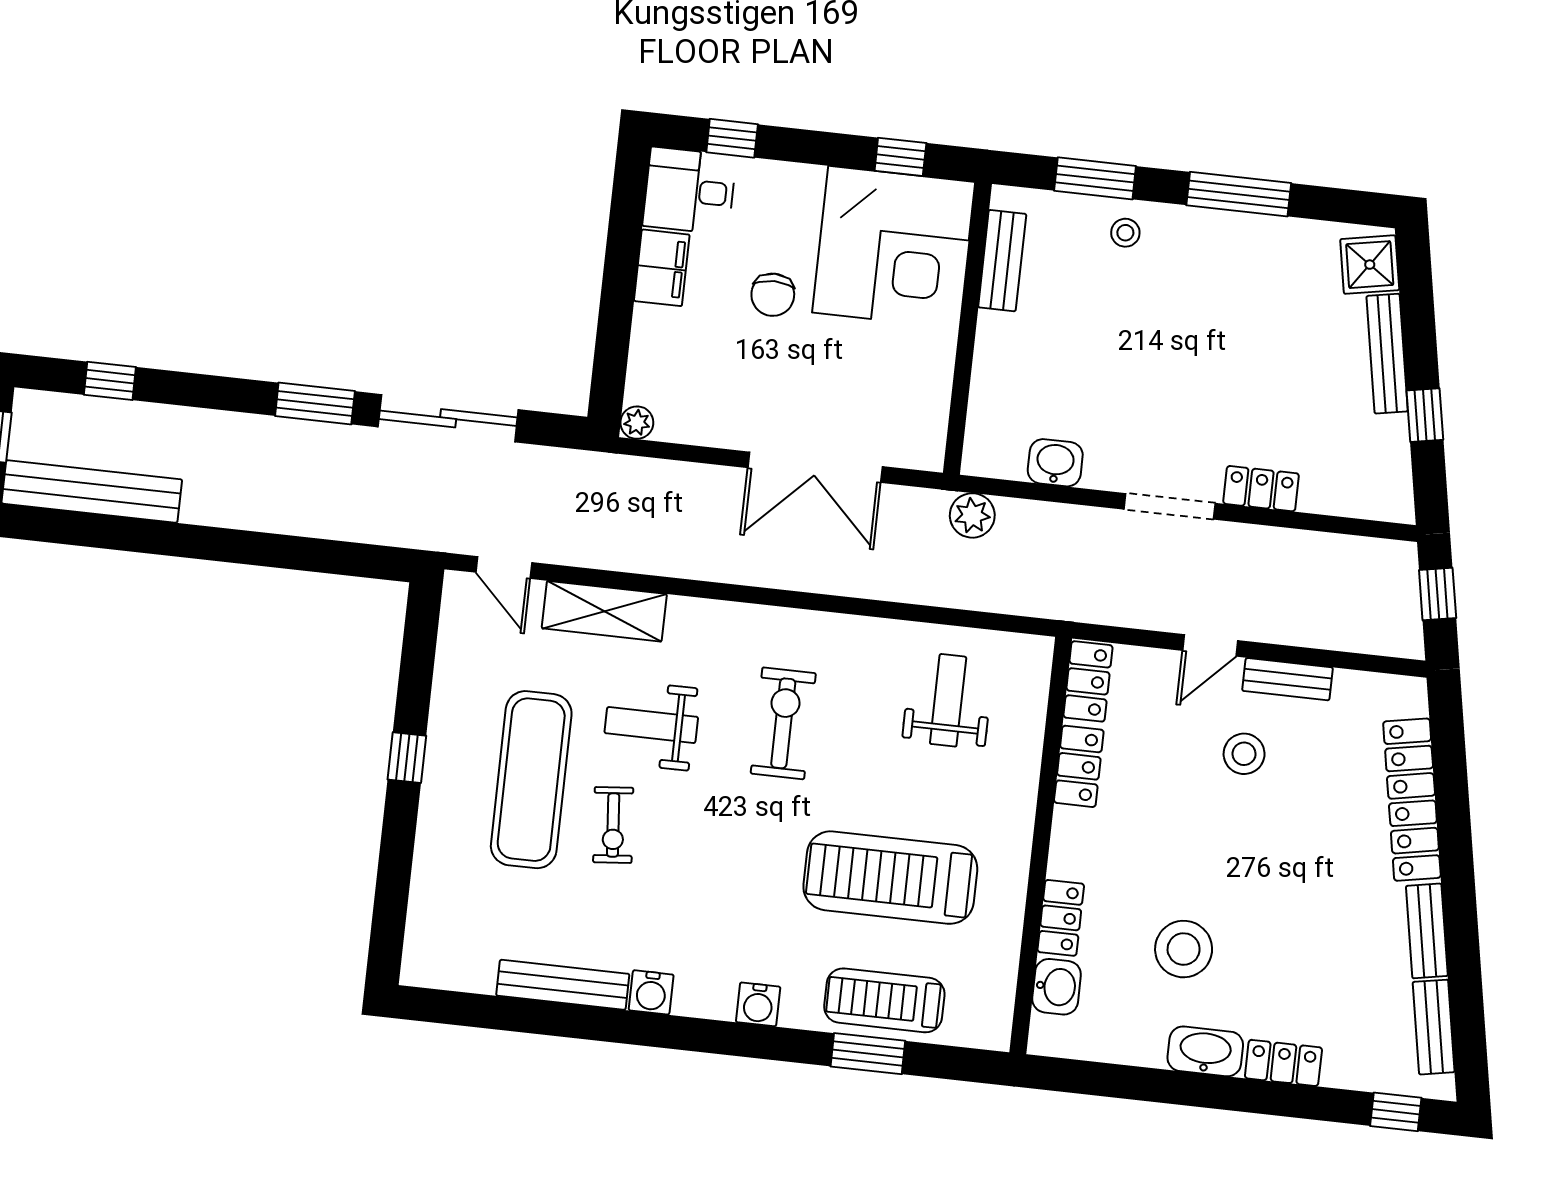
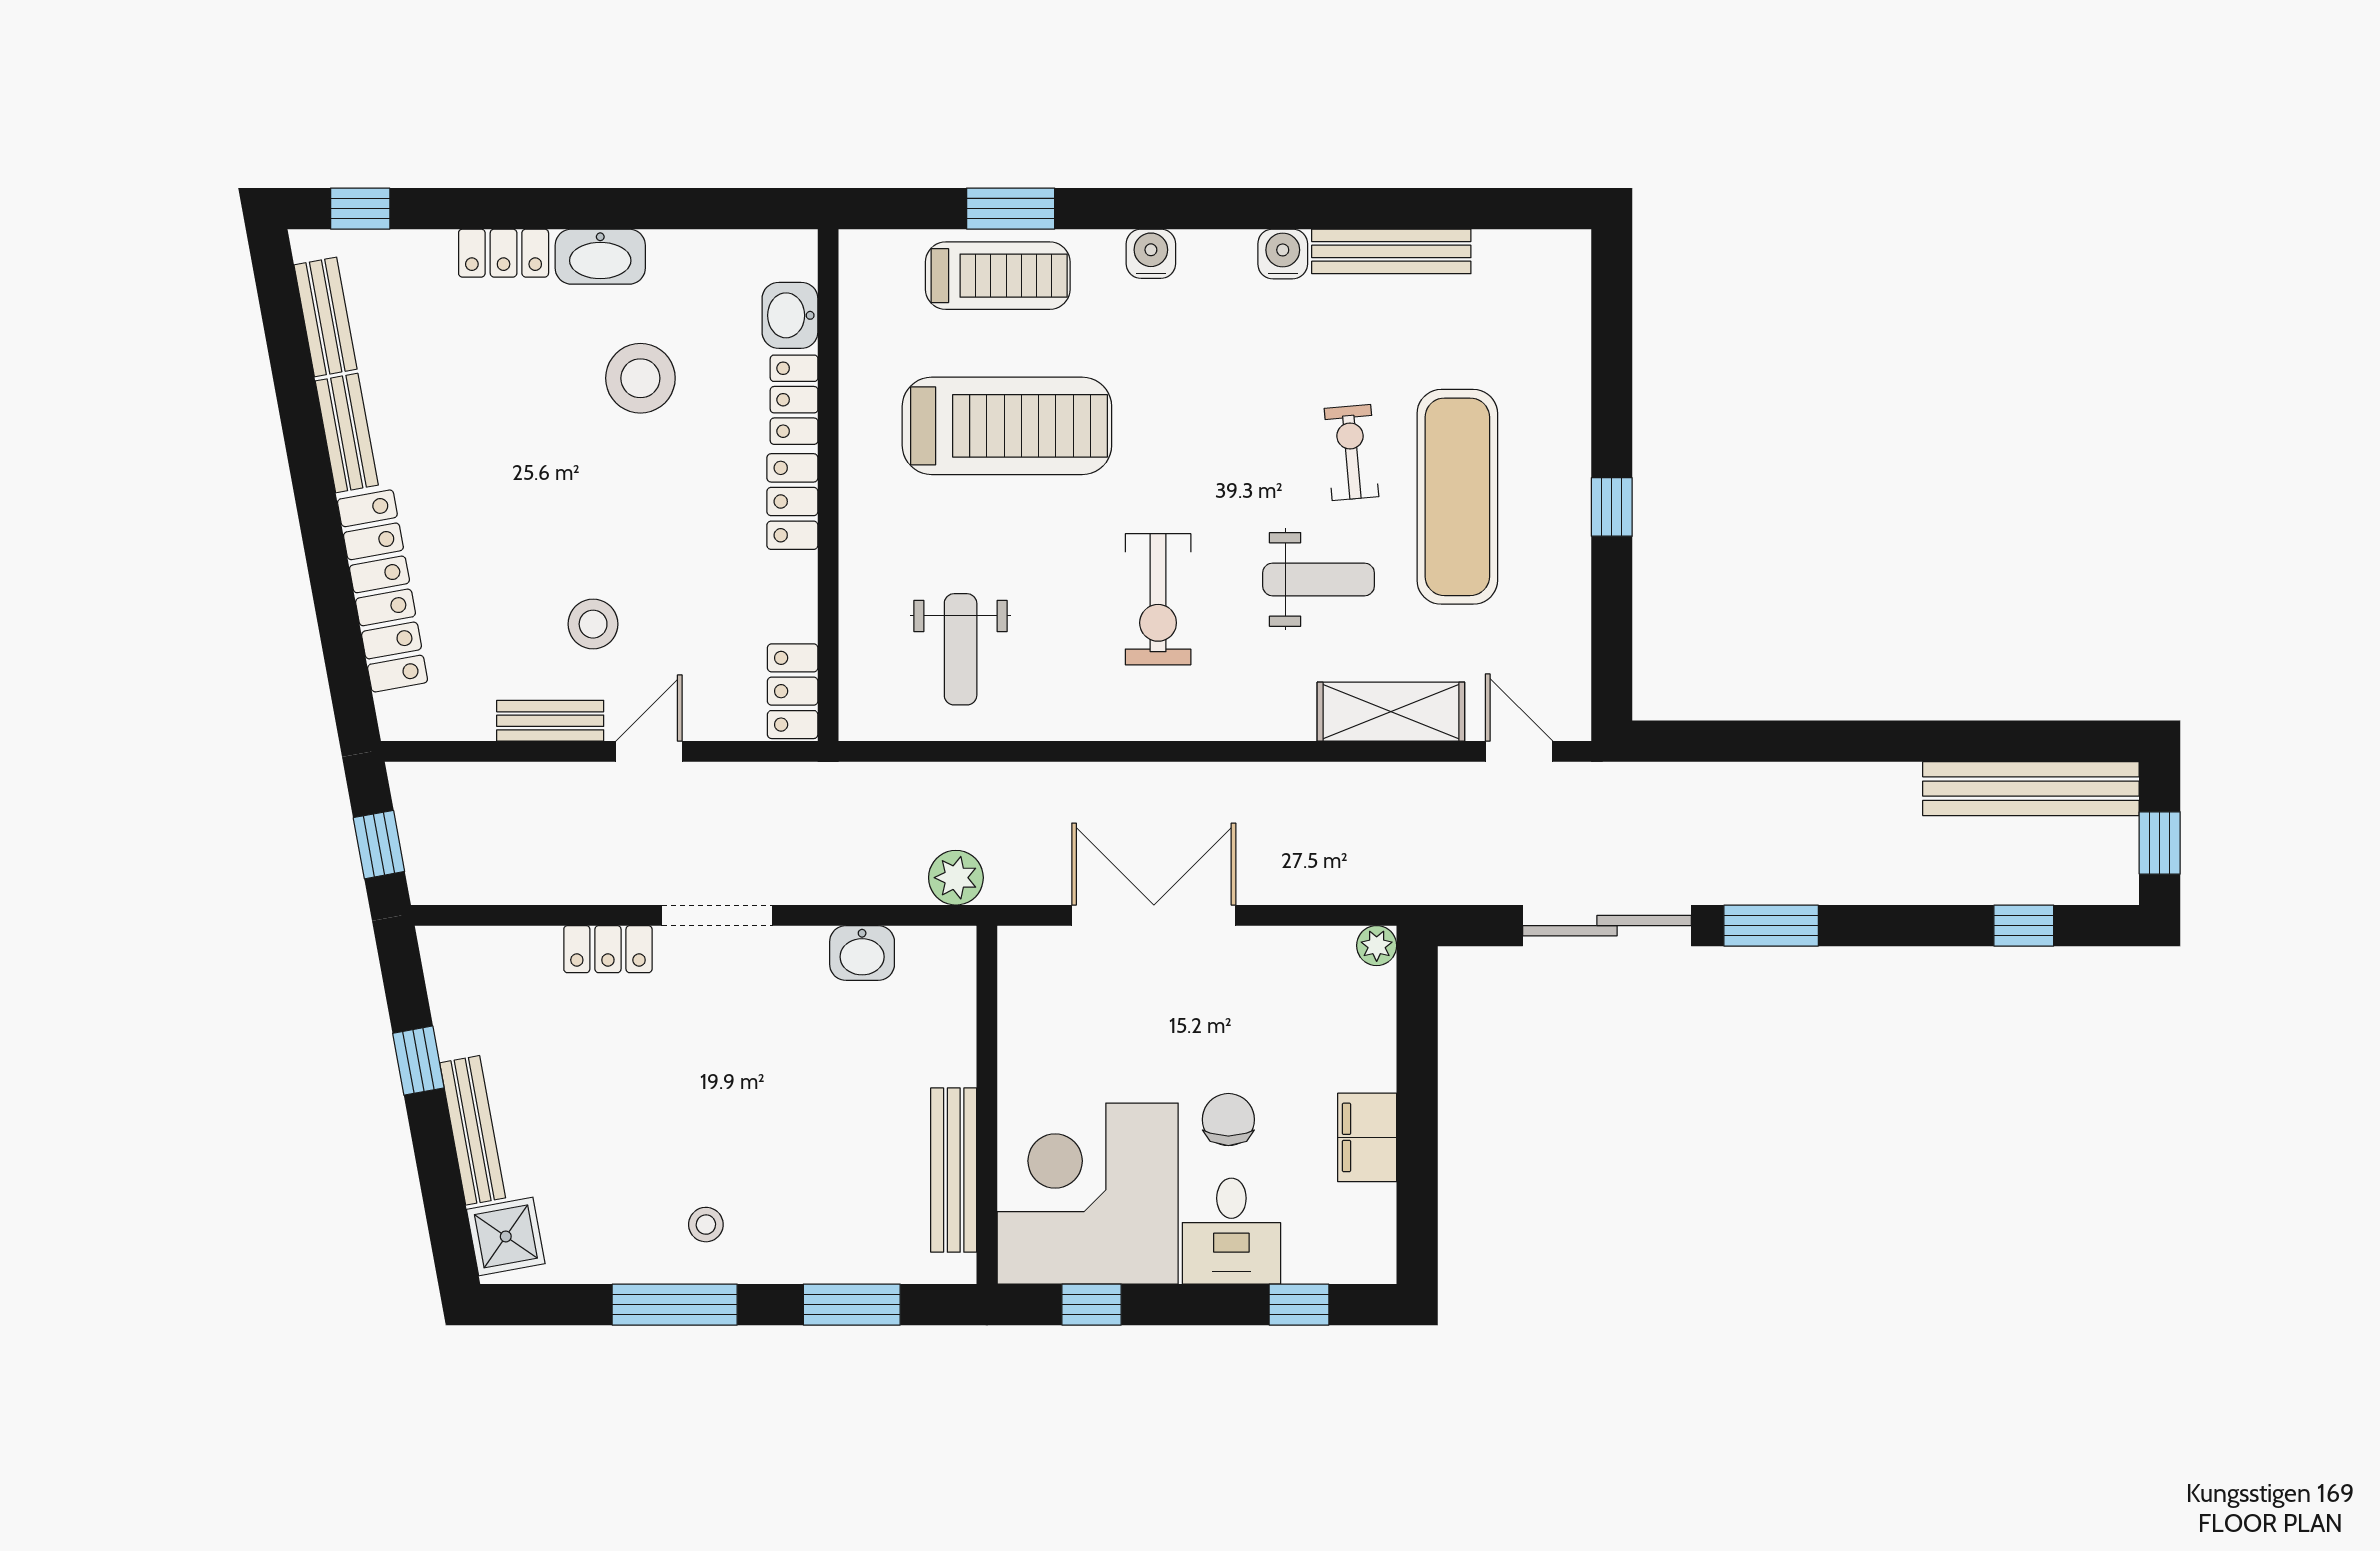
desk: (690, 191) -> (1231, 1231), moved, turned 90
stool: (1125, 233) -> (706, 1225), moved
bench: (1002, 261) -> (954, 1170), width x1.36
locker: (1079, 766) -> (792, 502), moved

